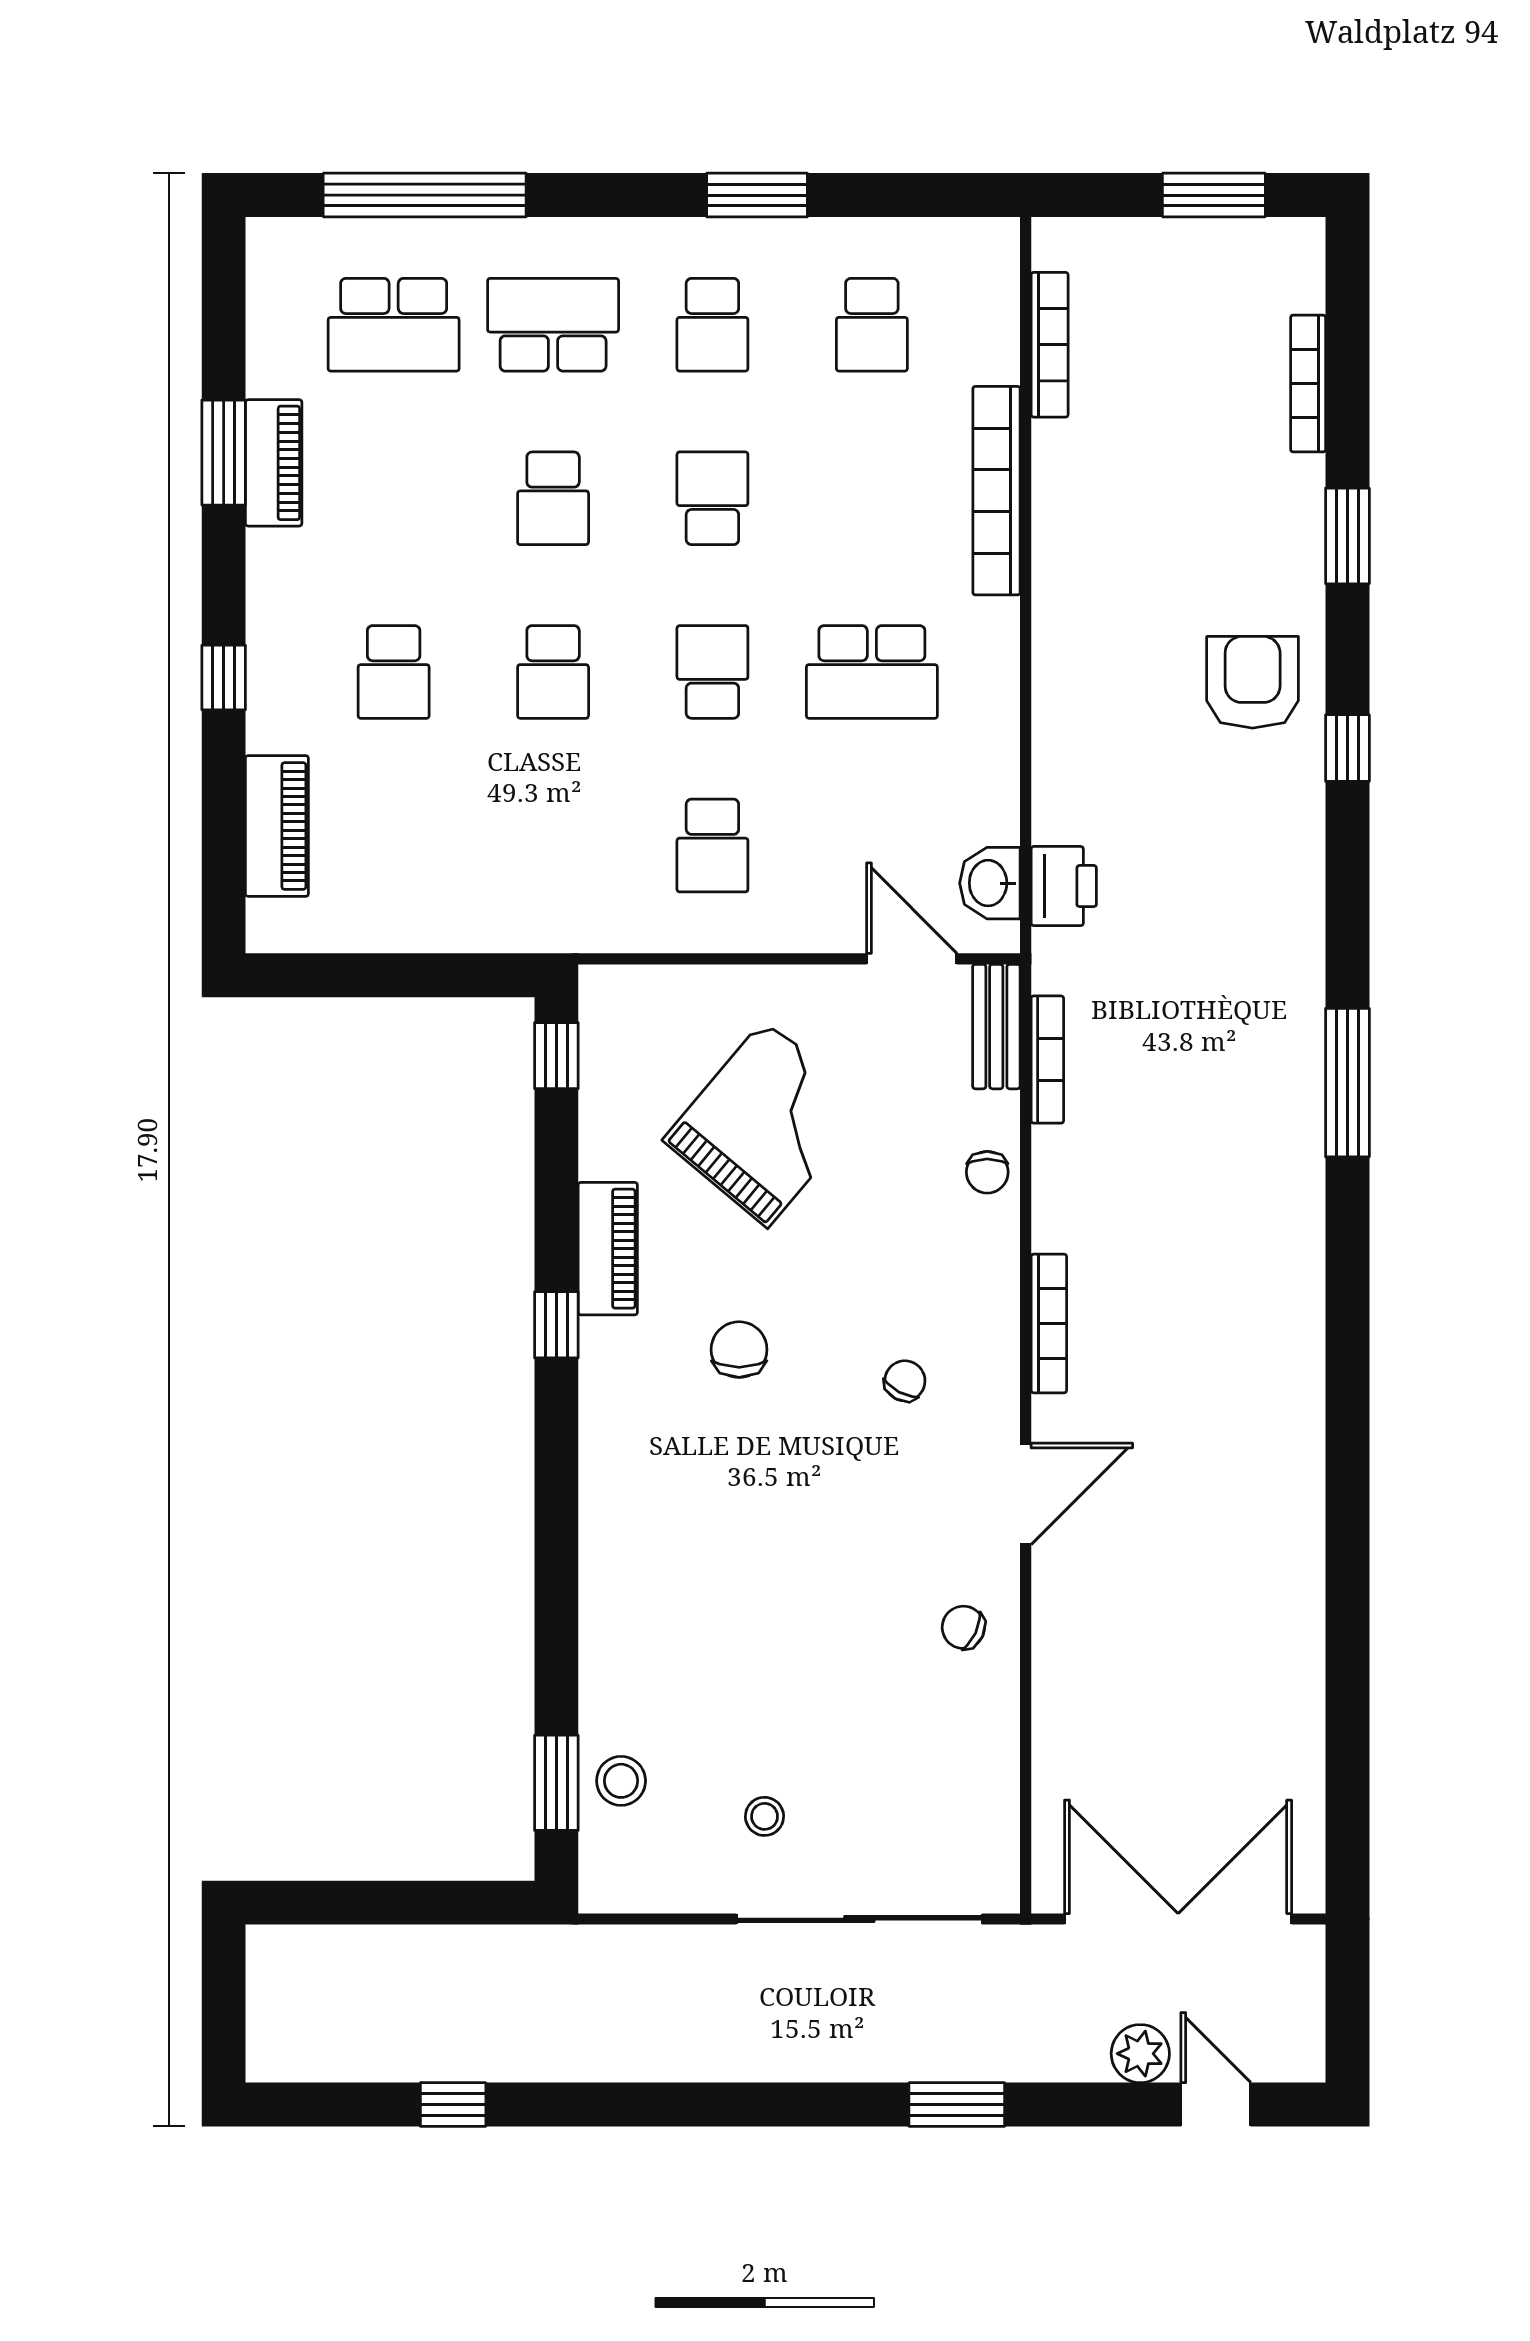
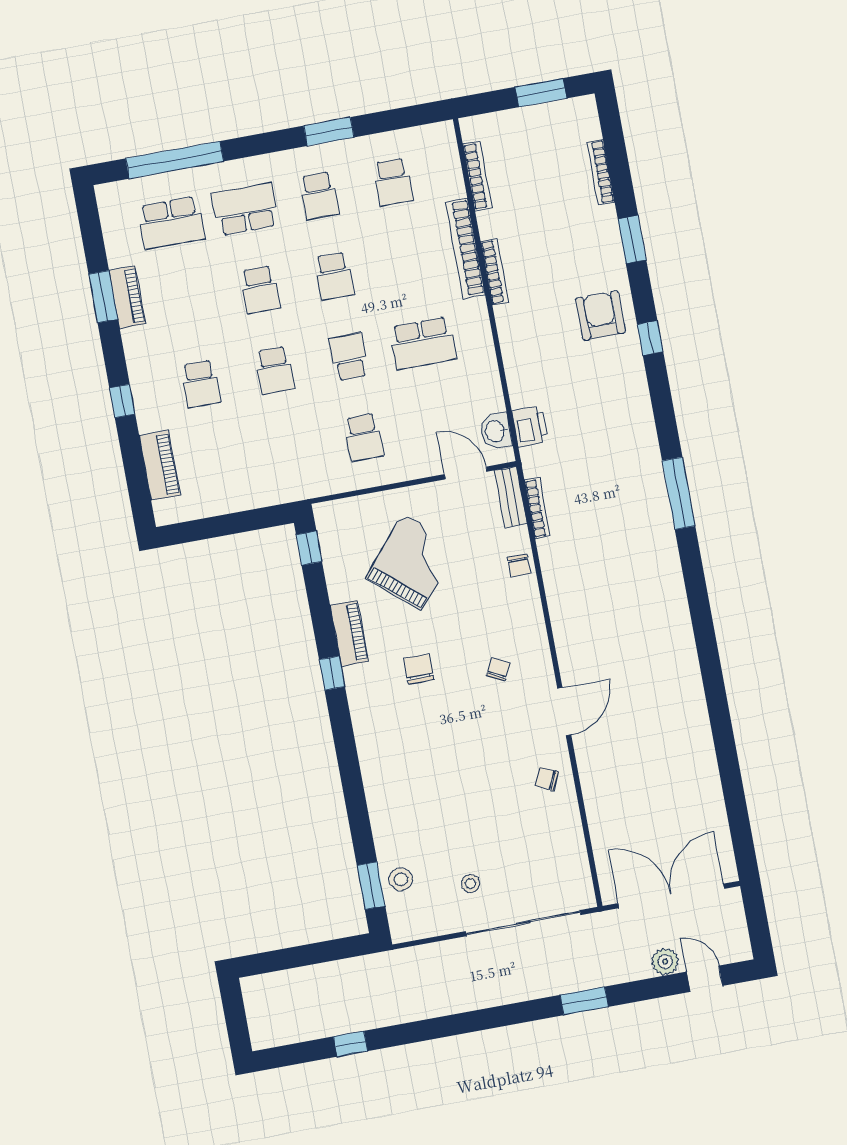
school desk: (712, 498) -> (334, 276), turned 180
bookcase: (1049, 1323) -> (495, 272), moved

